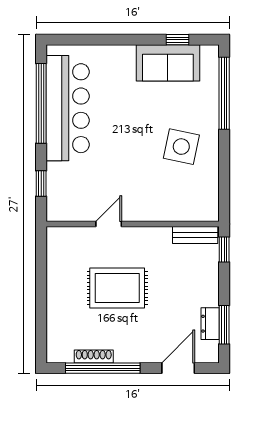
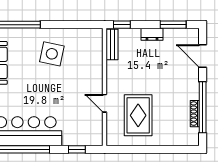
rug: (117, 288) -> (138, 115), moved
dresser: (210, 324) -> (152, 34), moved

